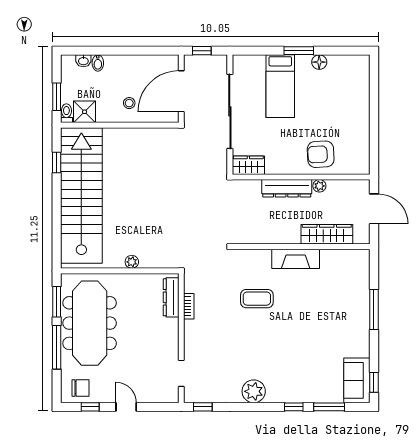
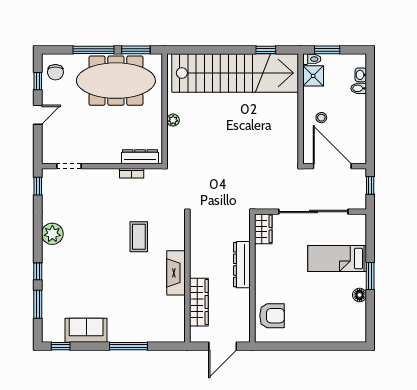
armchair: (321, 154) -> (272, 316), moved, turned 93
plant: (319, 186) -> (244, 295), removed
sofa: (357, 380) -> (86, 330), moved

